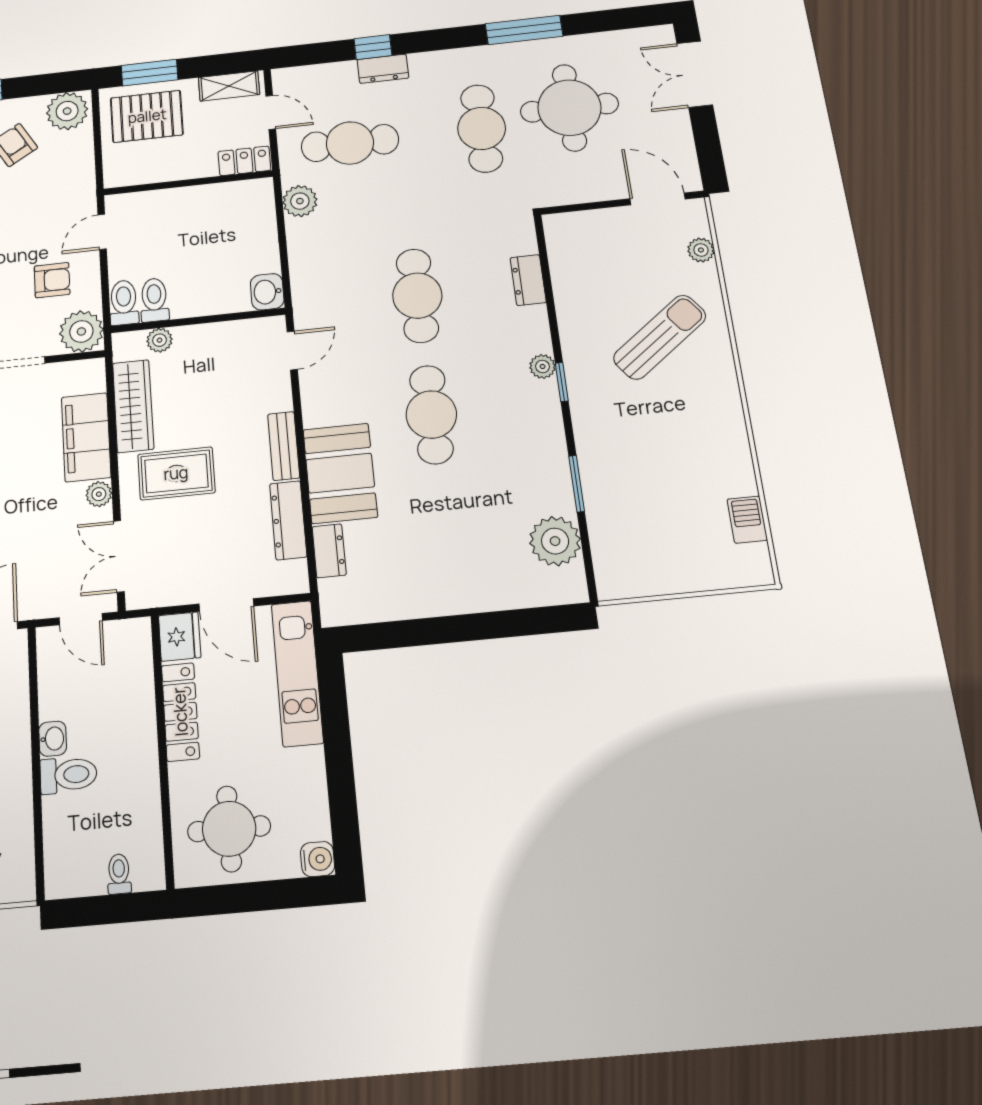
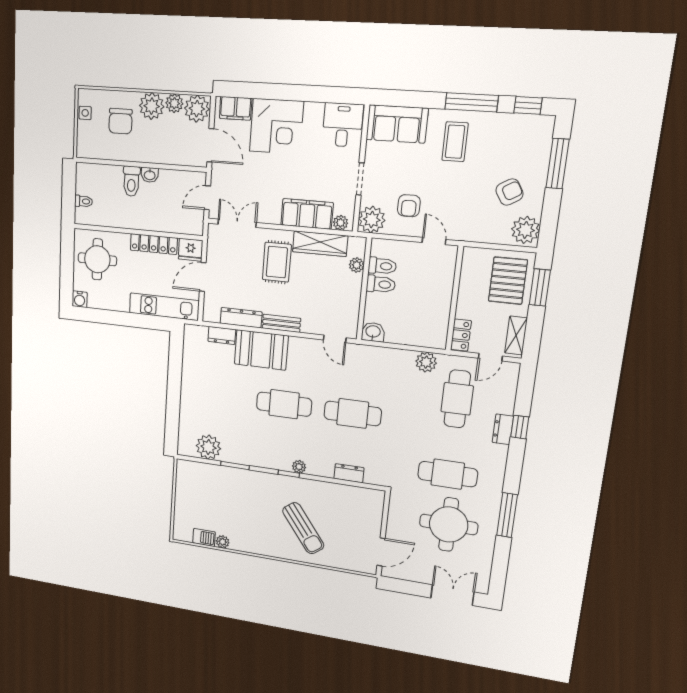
plant: (701, 250) -> (223, 542), moved
toilet: (124, 303) -> (381, 284), moved
plant: (99, 494) -> (341, 223), moved

